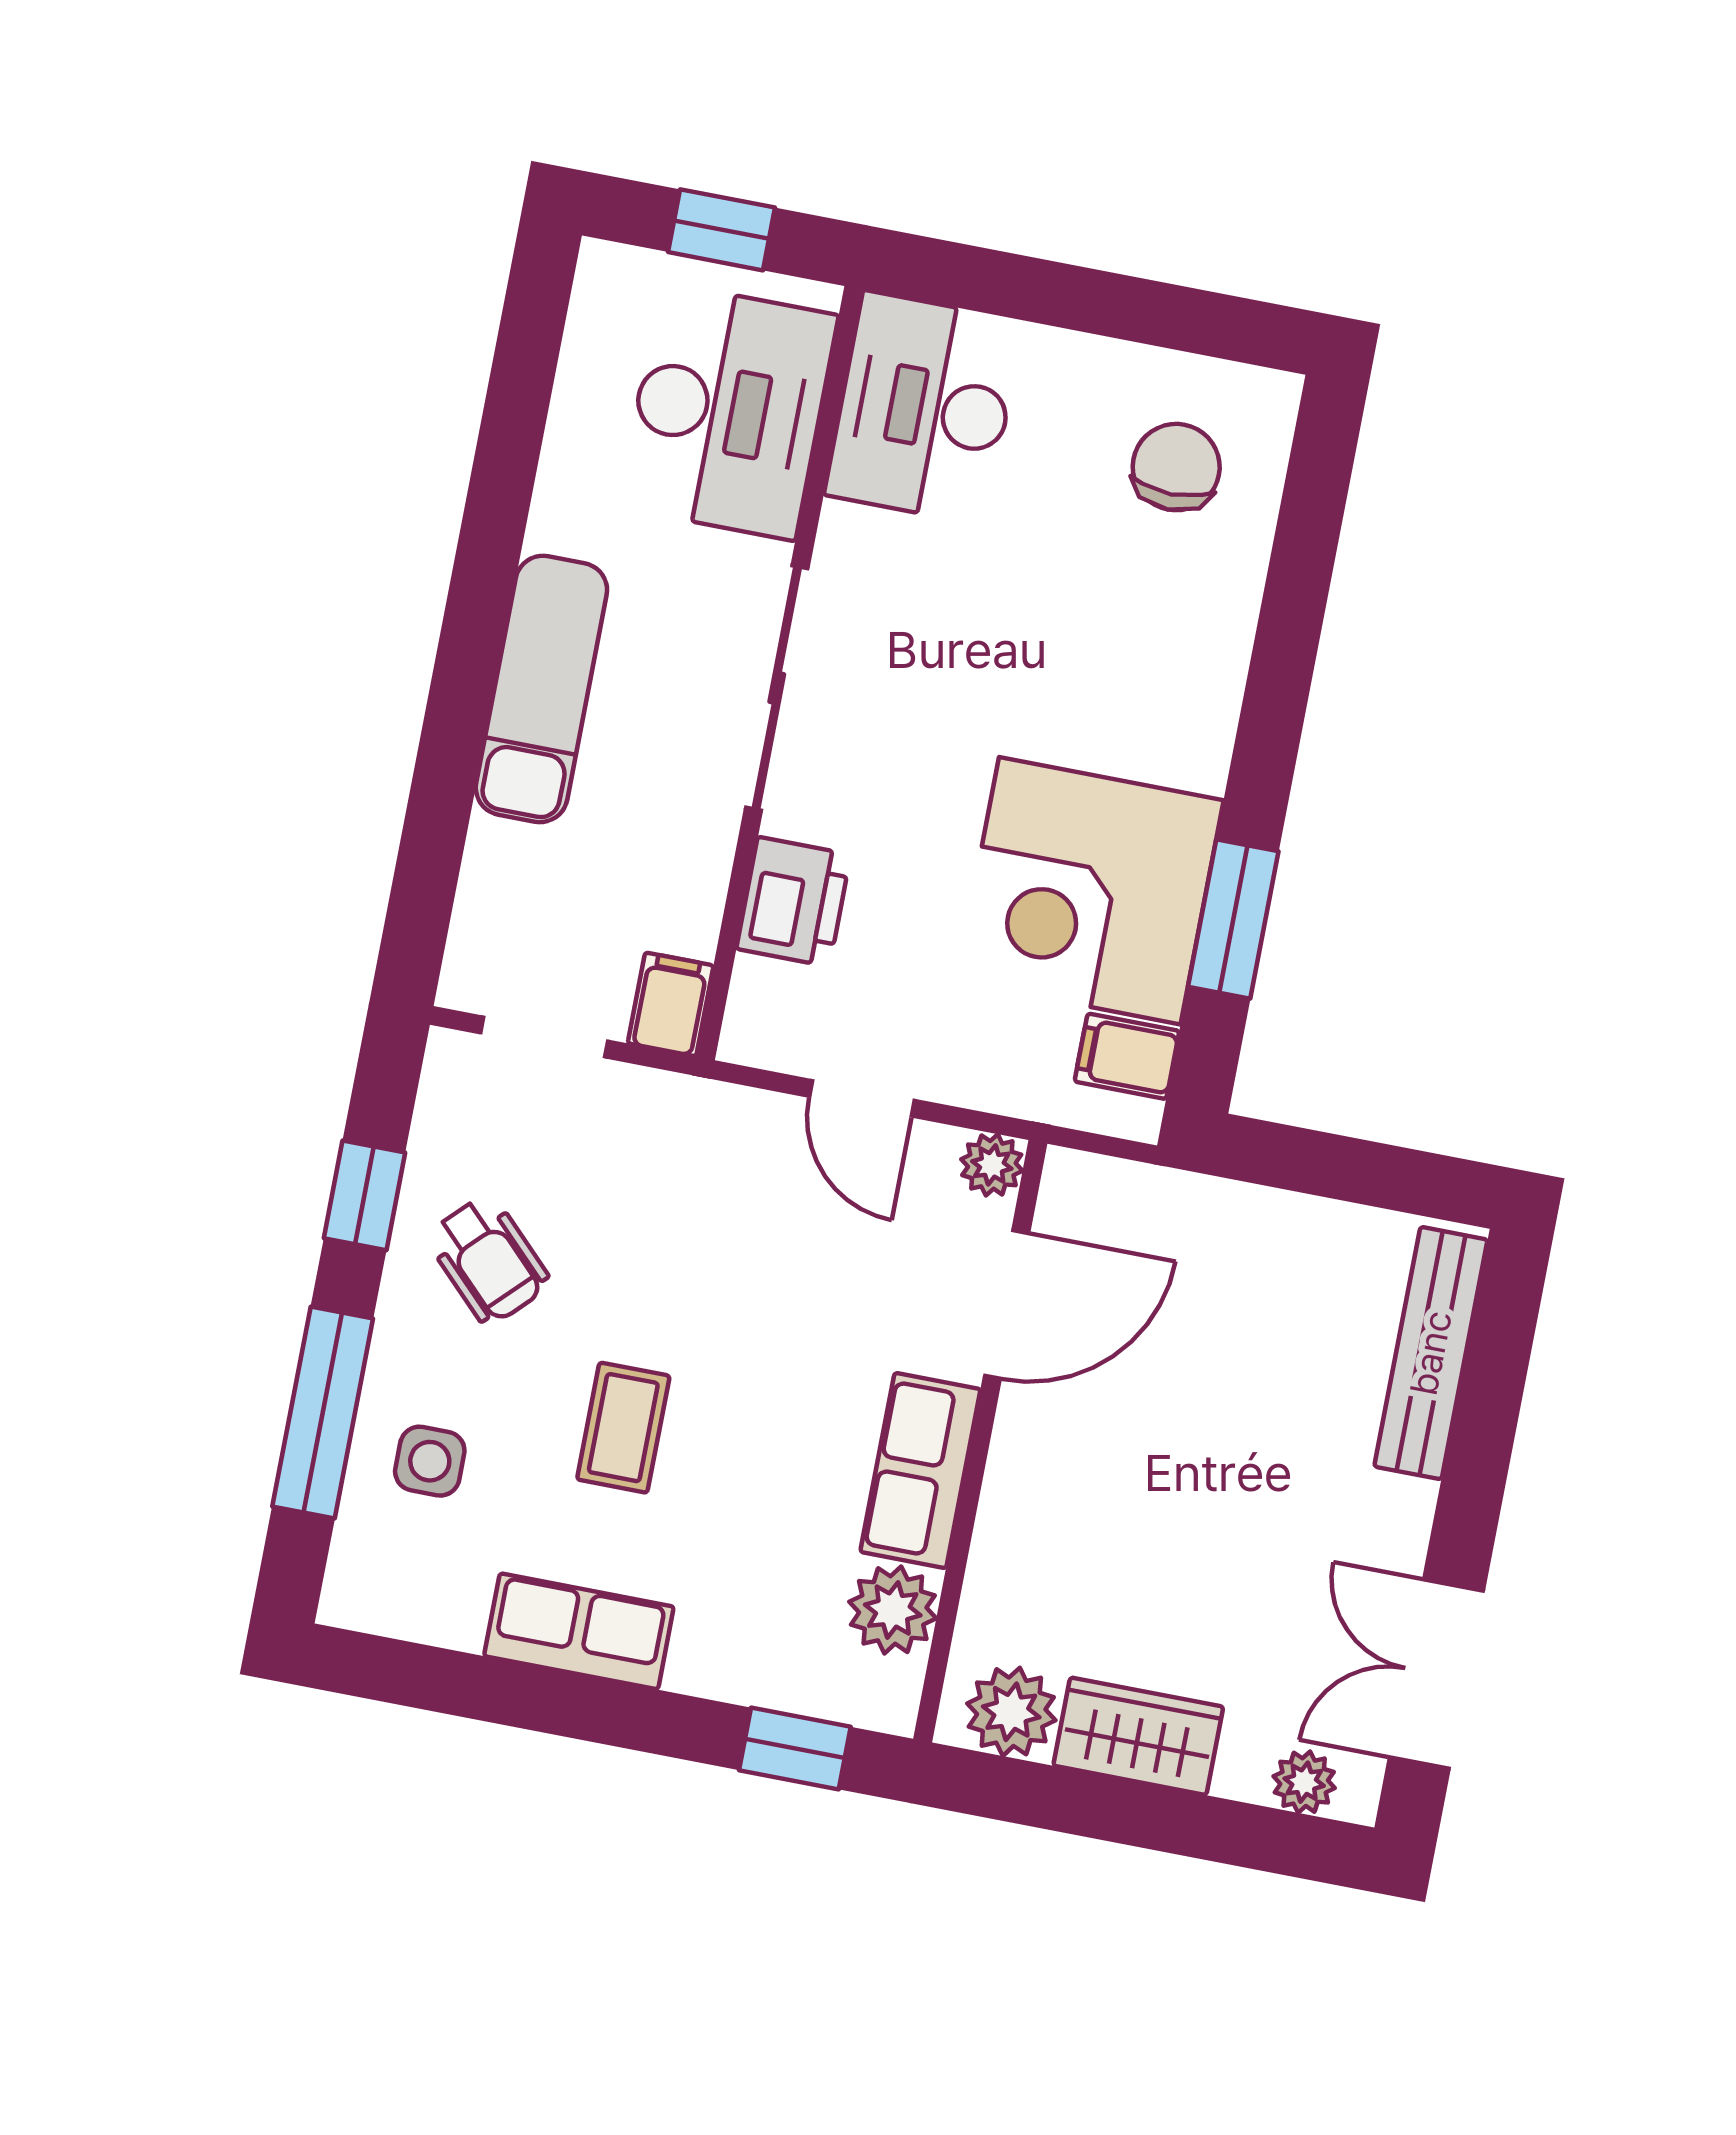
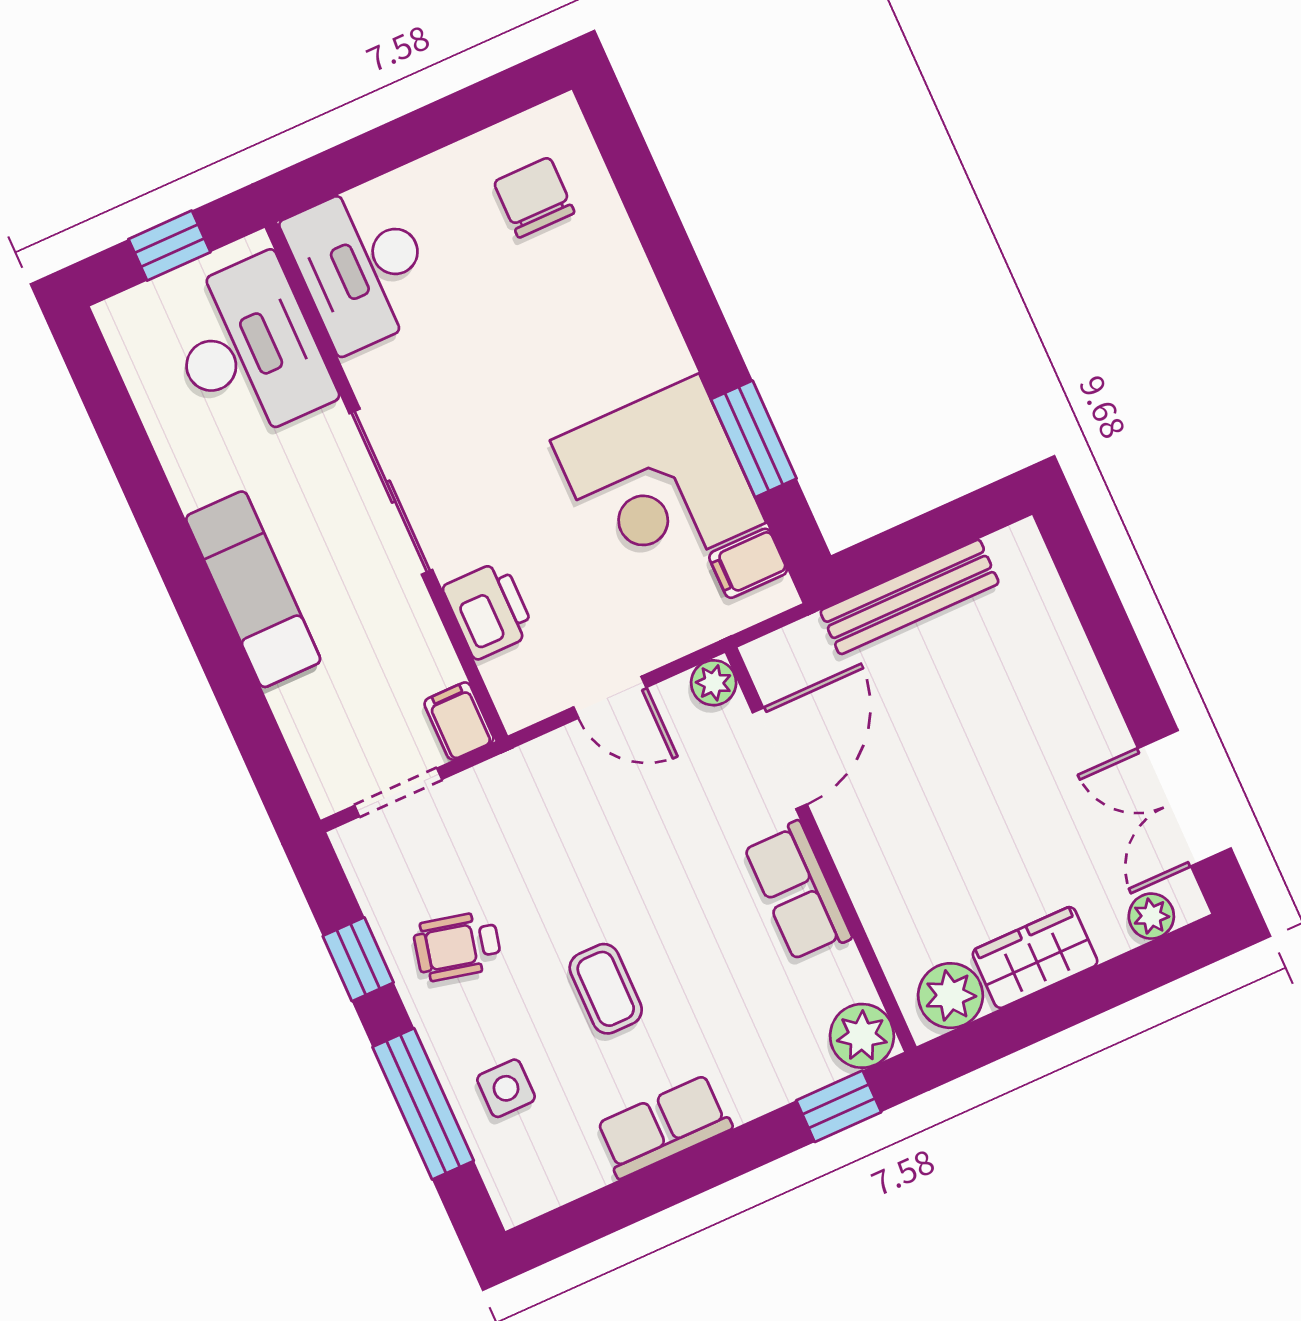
wheelchair: (488, 1260) -> (457, 946), turned 148
bench: (1431, 1353) -> (910, 597), moved, turned 90
plant: (893, 1610) -> (862, 1036), moved

